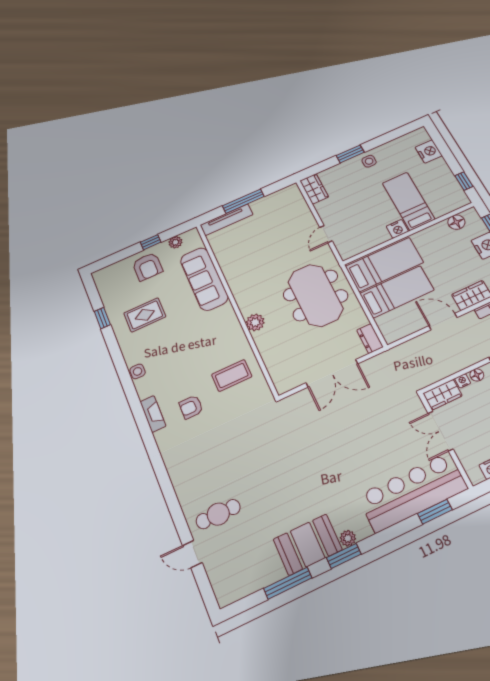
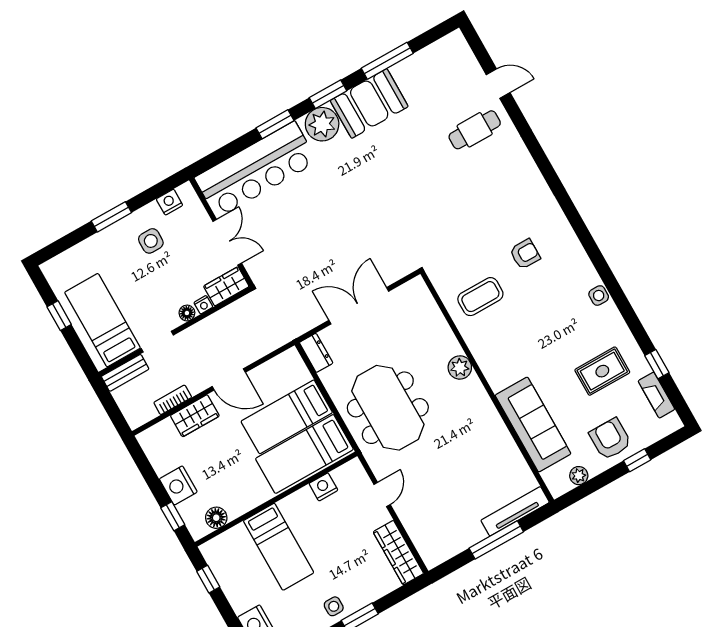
wardrobe: (314, 189) -> (398, 553), width x1.50
nightstand: (397, 229) -> (323, 487), moved
window: (151, 242) -> (637, 460), moved
fireplace: (153, 414) -> (656, 395), moved
window: (435, 512) -> (275, 124), moved
plant: (348, 538) -> (322, 124), width x1.88, depth x1.88

